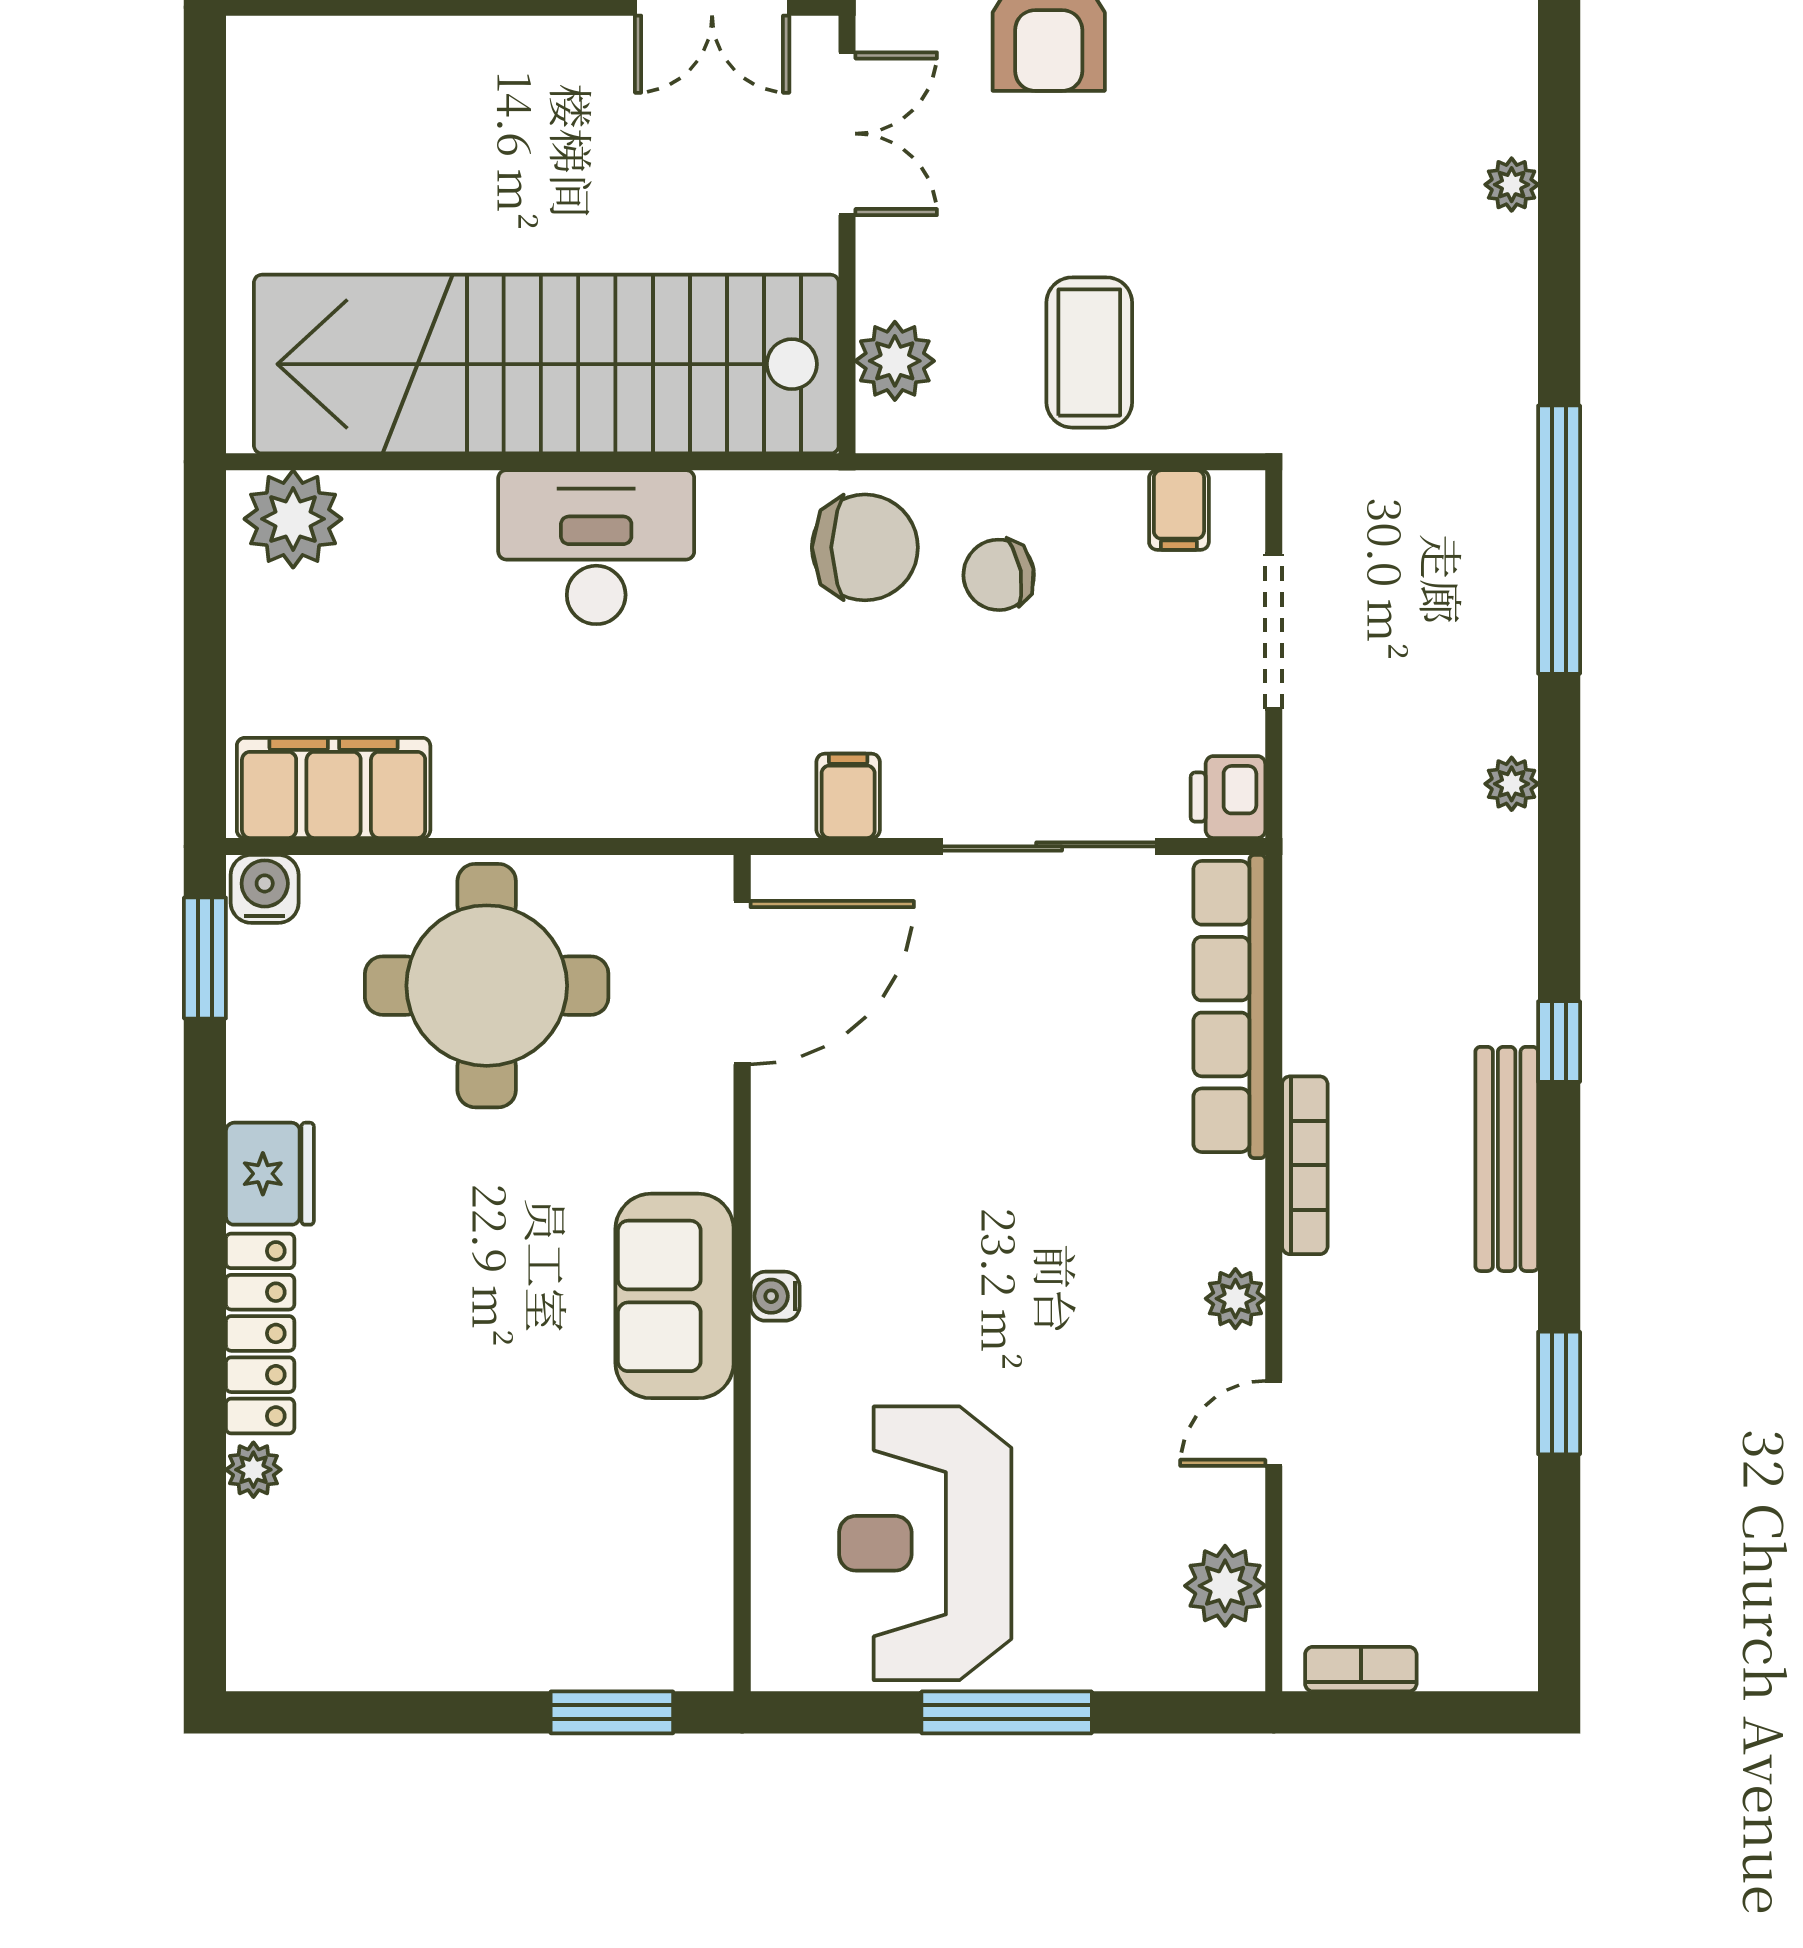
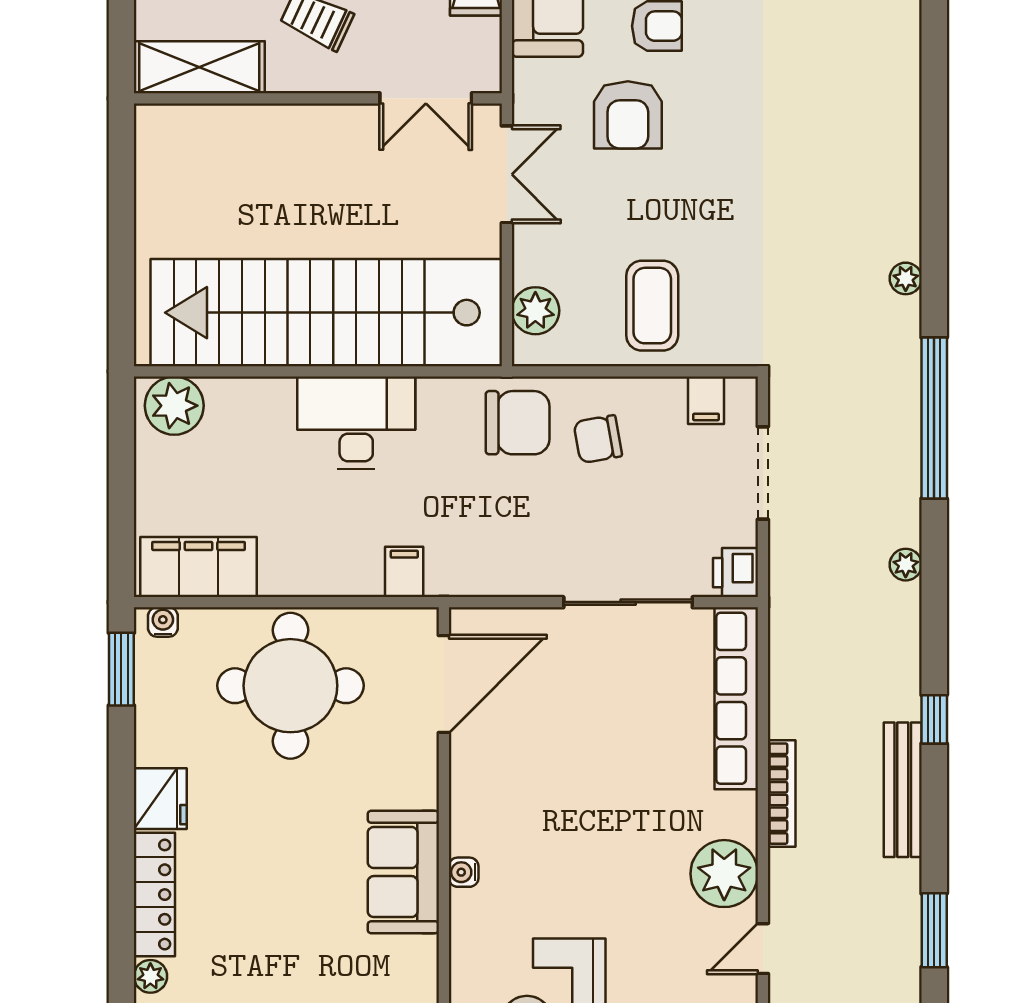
plant: (1512, 185) -> (906, 278), moved
filing cabinet: (848, 796) -> (404, 572), moved
water cooler: (265, 889) -> (163, 622), width x0.72, depth x0.72
plant: (1235, 1299) -> (724, 874), width x1.88, depth x1.88

